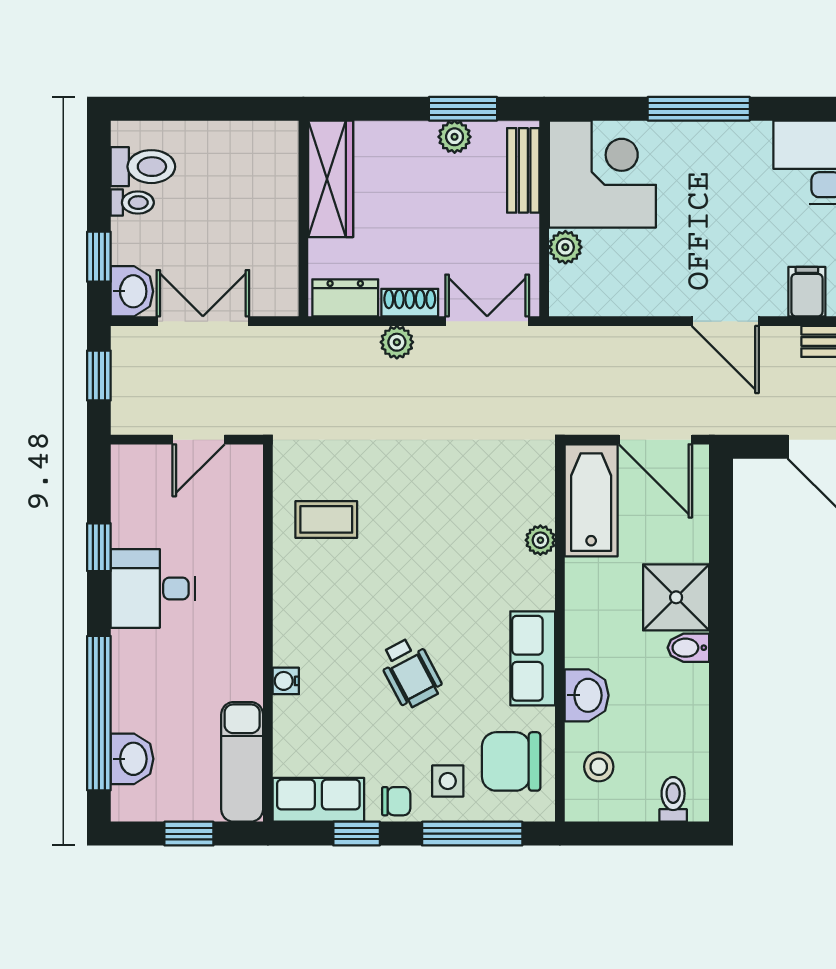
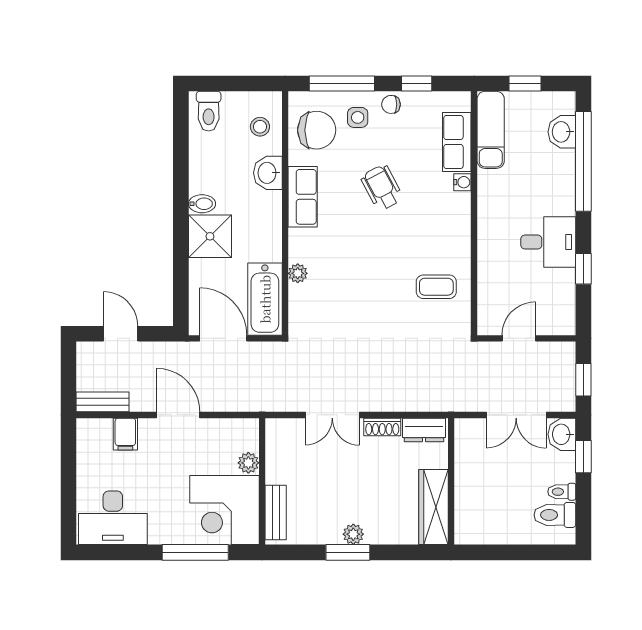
bench: (523, 170) -> (276, 513), moved
corner desk: (602, 174) -> (224, 510), moved
wall: (544, 219) -> (262, 481), moved
plant: (565, 247) -> (248, 463), moved
plant: (397, 342) -> (391, 401), removed
toilet: (673, 799) -> (209, 111), width x1.37, depth x1.39
row of seats: (318, 800) -> (457, 142), moved, turned 90

